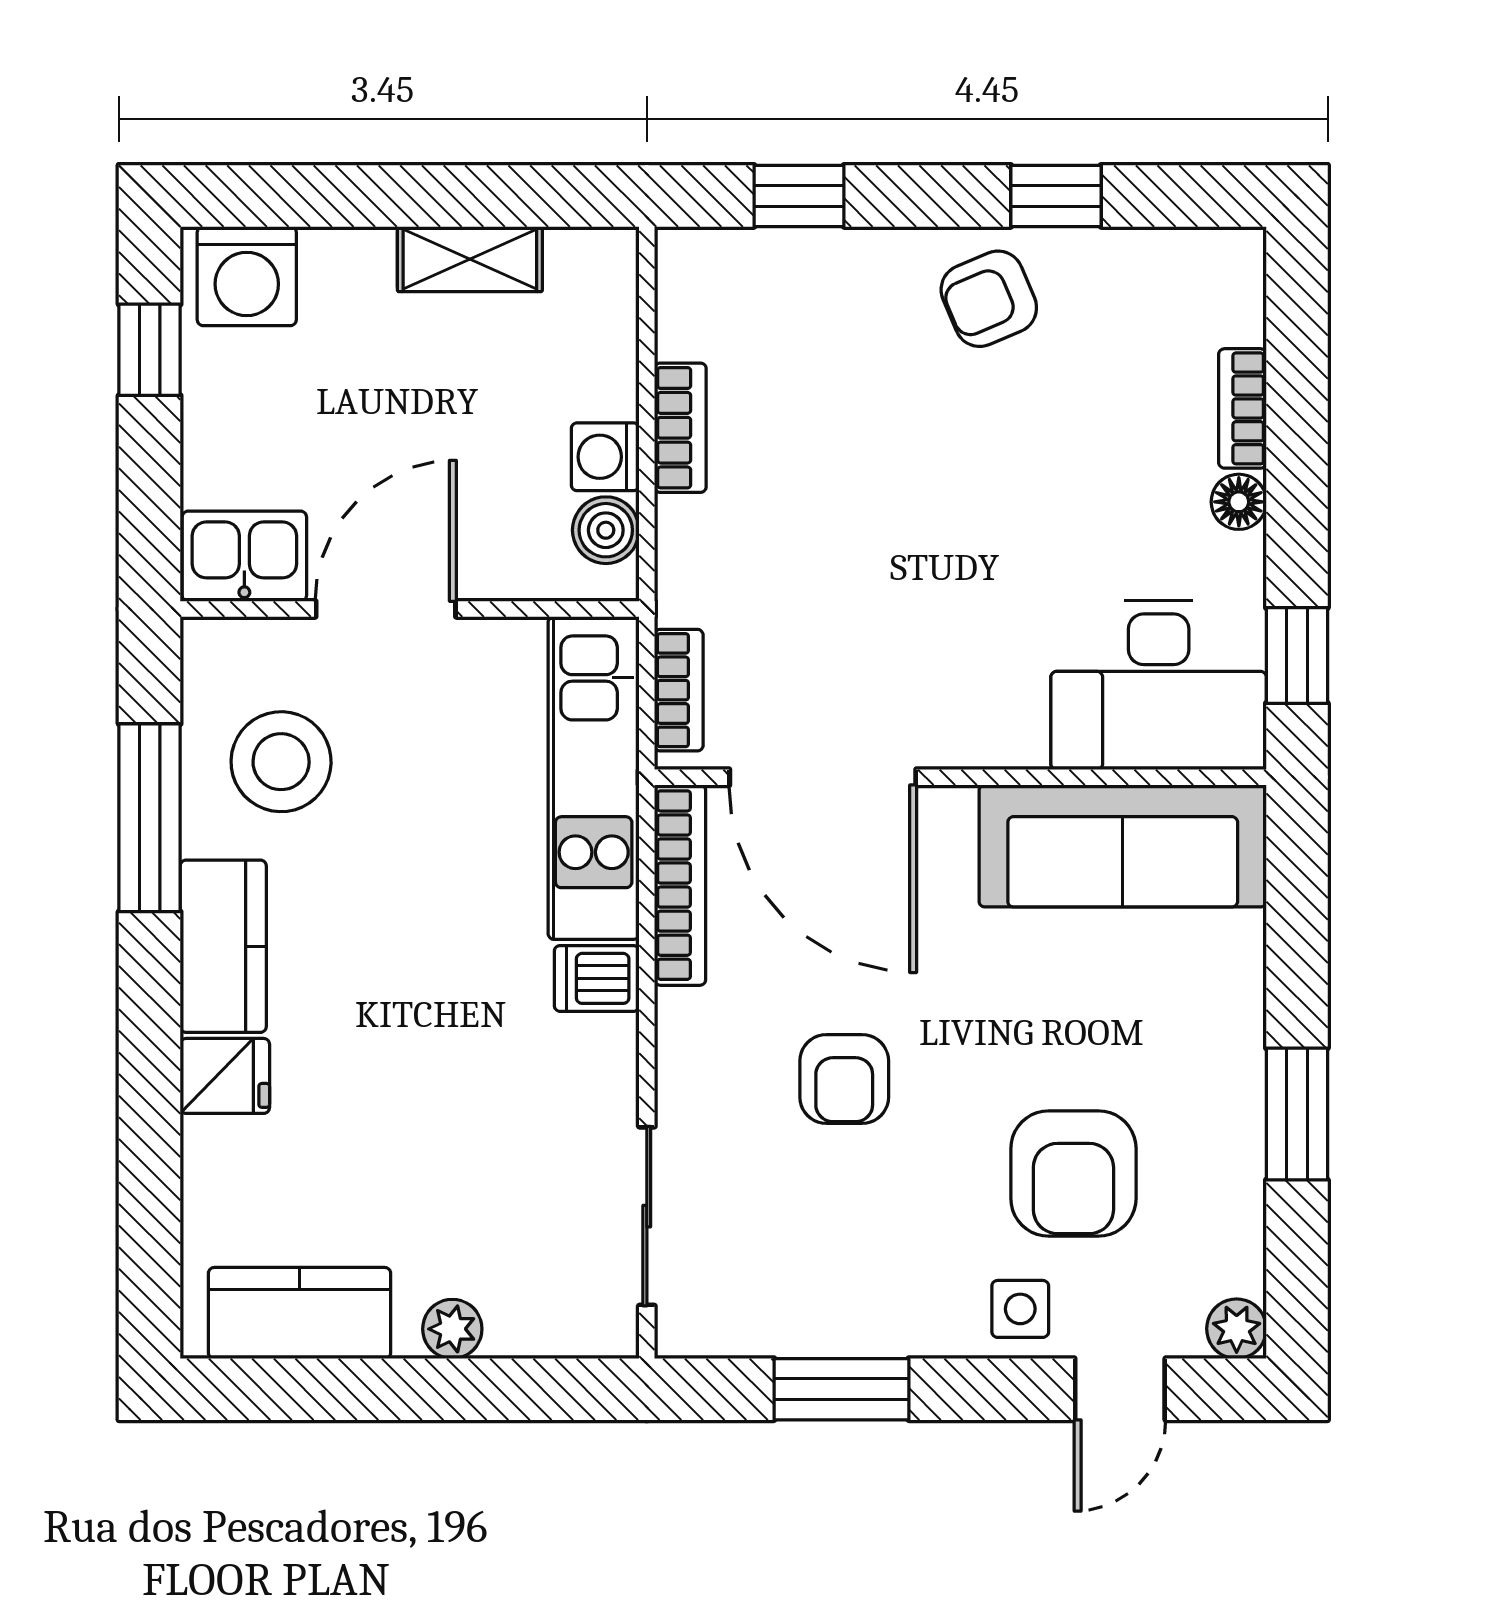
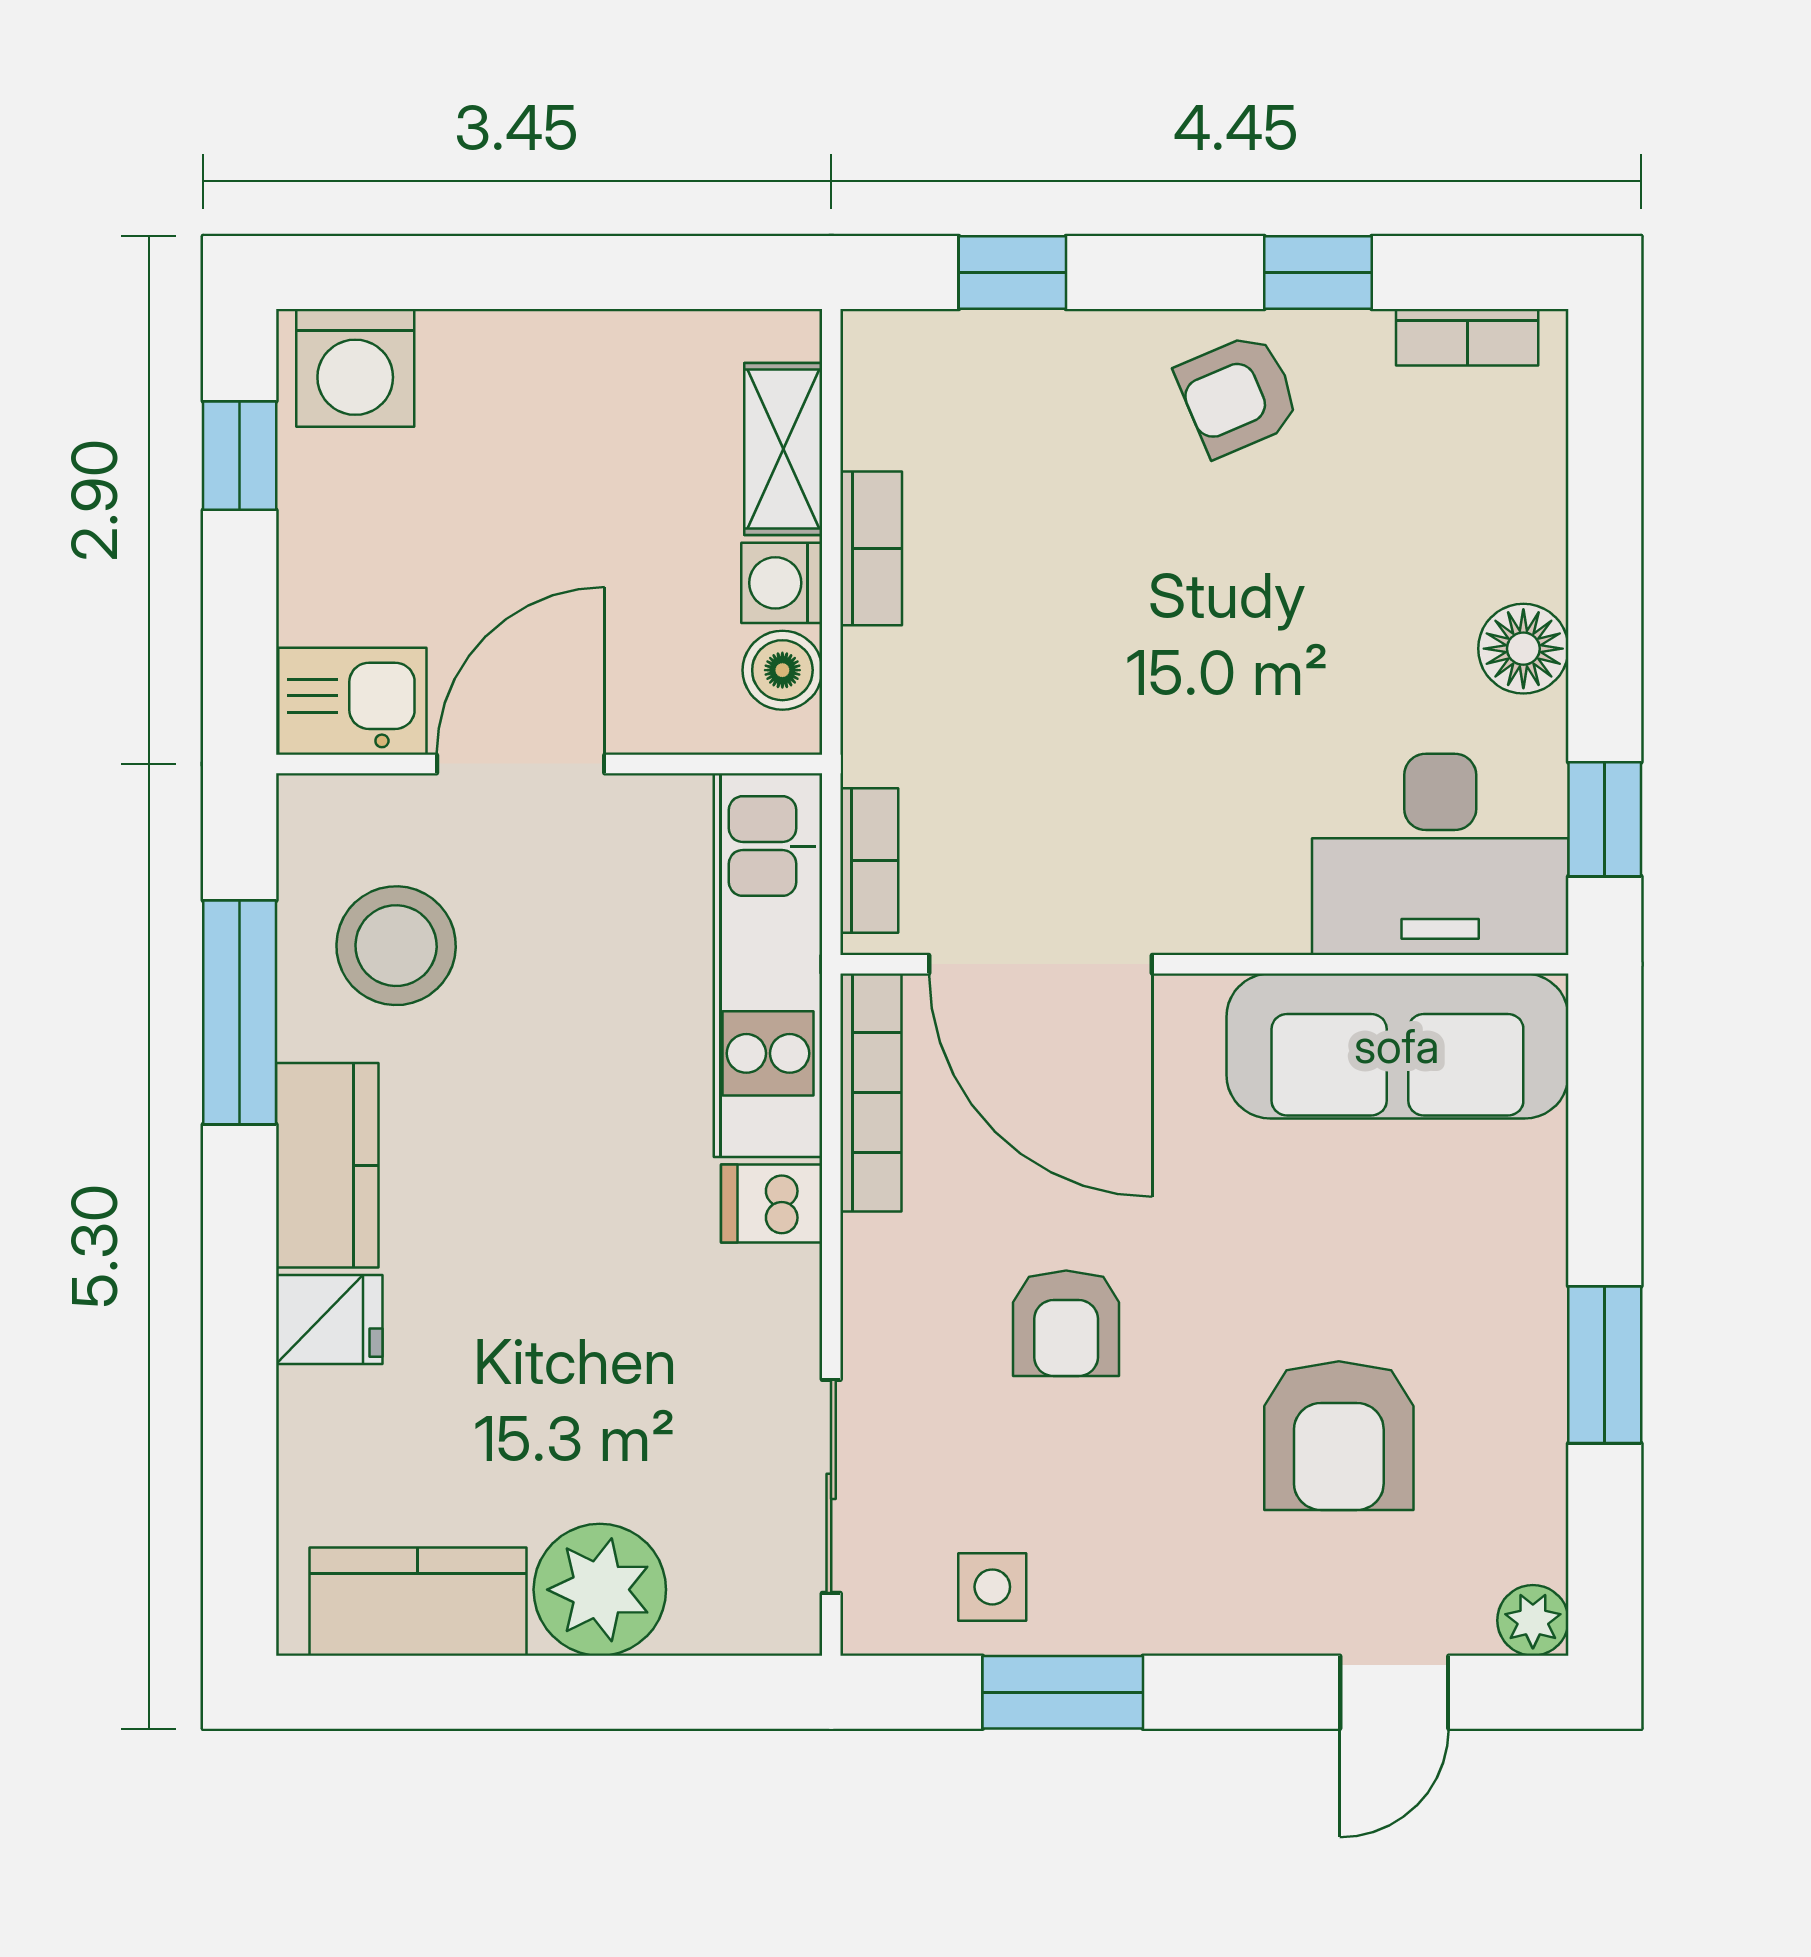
shelving: (470, 259) -> (783, 449), moved, turned 90
bookcase: (1242, 408) -> (1467, 337), moved, turned -90
floor lamp: (1239, 502) -> (1523, 649), width x1.37, depth x1.37
side table: (1020, 1309) -> (992, 1587), moved
plant: (452, 1329) -> (600, 1590), width x1.88, depth x1.88

